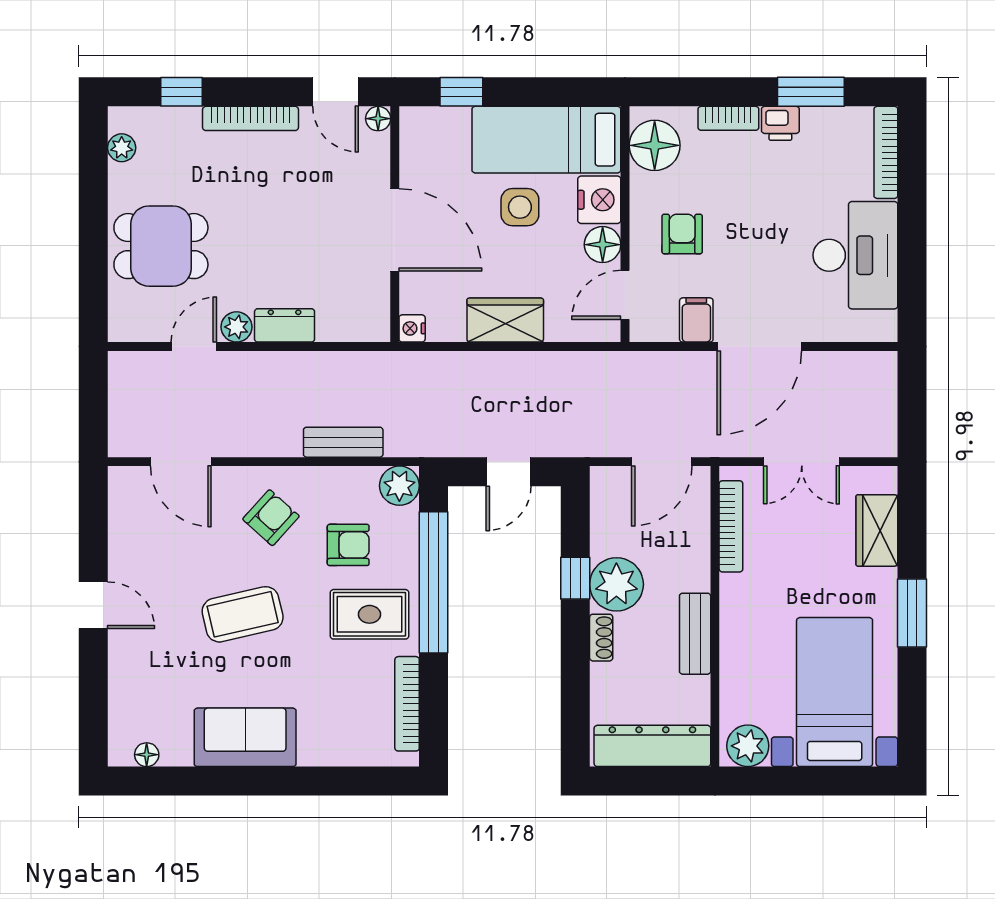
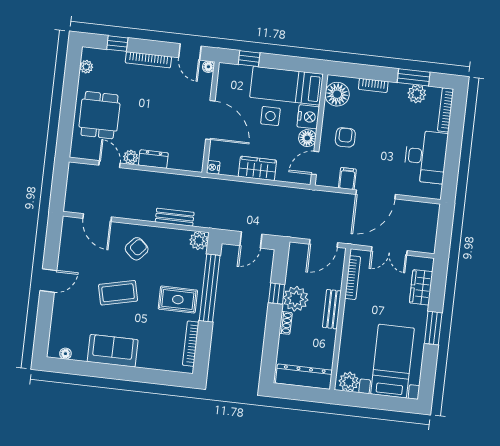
printer: (780, 123) -> (397, 91), removed
plant: (822, 126) -> (417, 94), added
dining table: (161, 246) -> (99, 115), turned 90
door: (194, 347) -> (110, 164), hinge flipped
armchair: (348, 545) -> (172, 266), removed
door: (93, 605) -> (48, 280), hinge flipped
bench: (695, 634) -> (332, 309), moved

